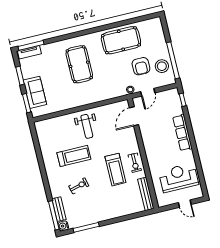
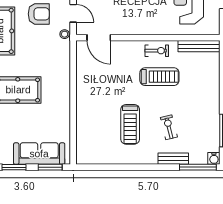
sofa: (35, 92) -> (39, 154), width x1.36
weight bench: (87, 126) -> (97, 99), removed
treadmill: (74, 156) -> (130, 124), turned 180
bench: (59, 209) -> (173, 159), moved

